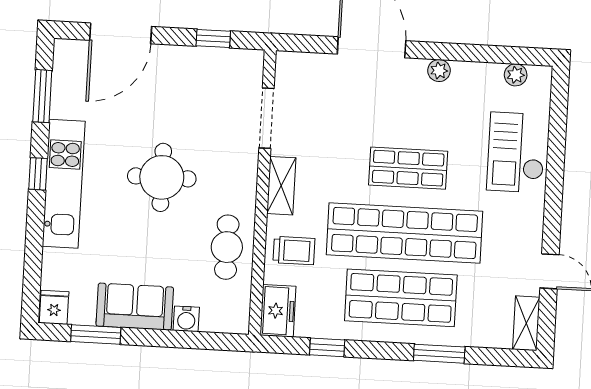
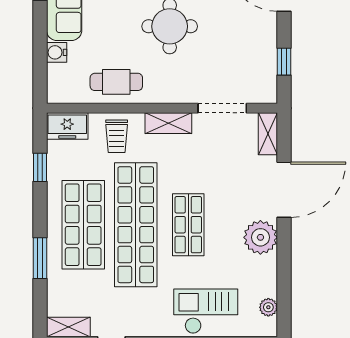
shelving: (301, 63) -> (268, 134), added
plant: (439, 71) -> (260, 237), width x1.87, depth x1.87

